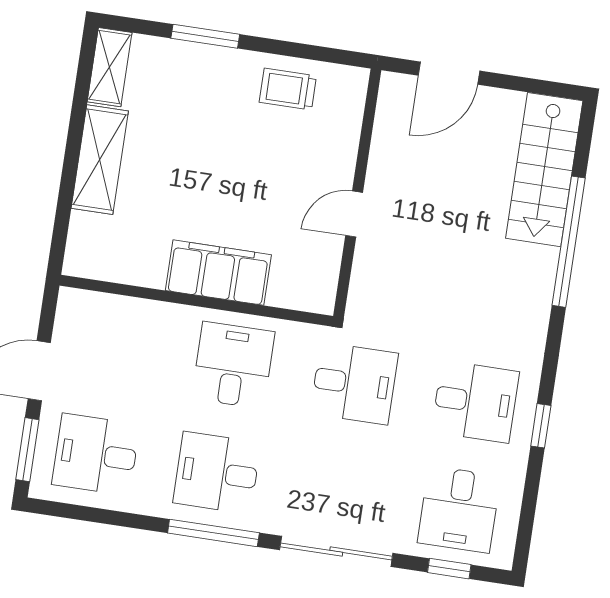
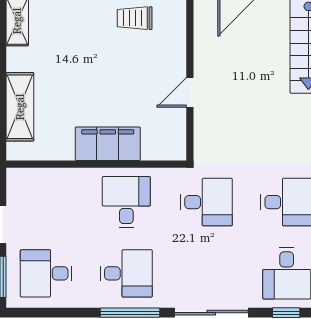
shelving: (100, 160) -> (20, 107), moved
desk: (217, 473) -> (126, 273), turned 180

